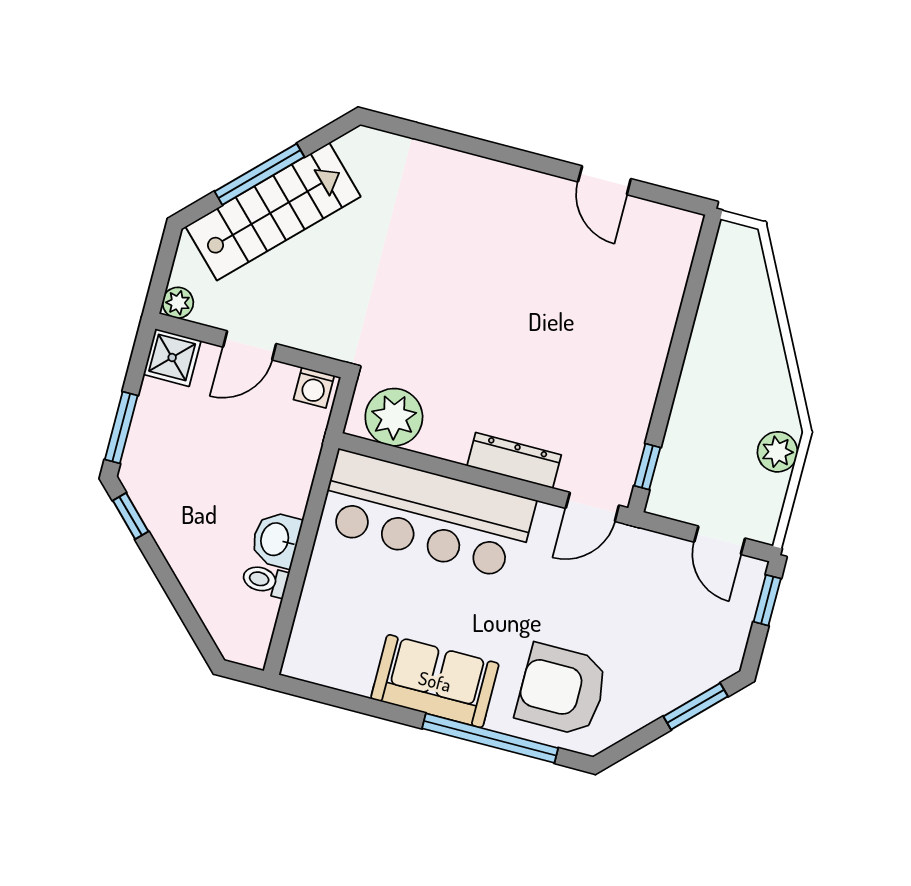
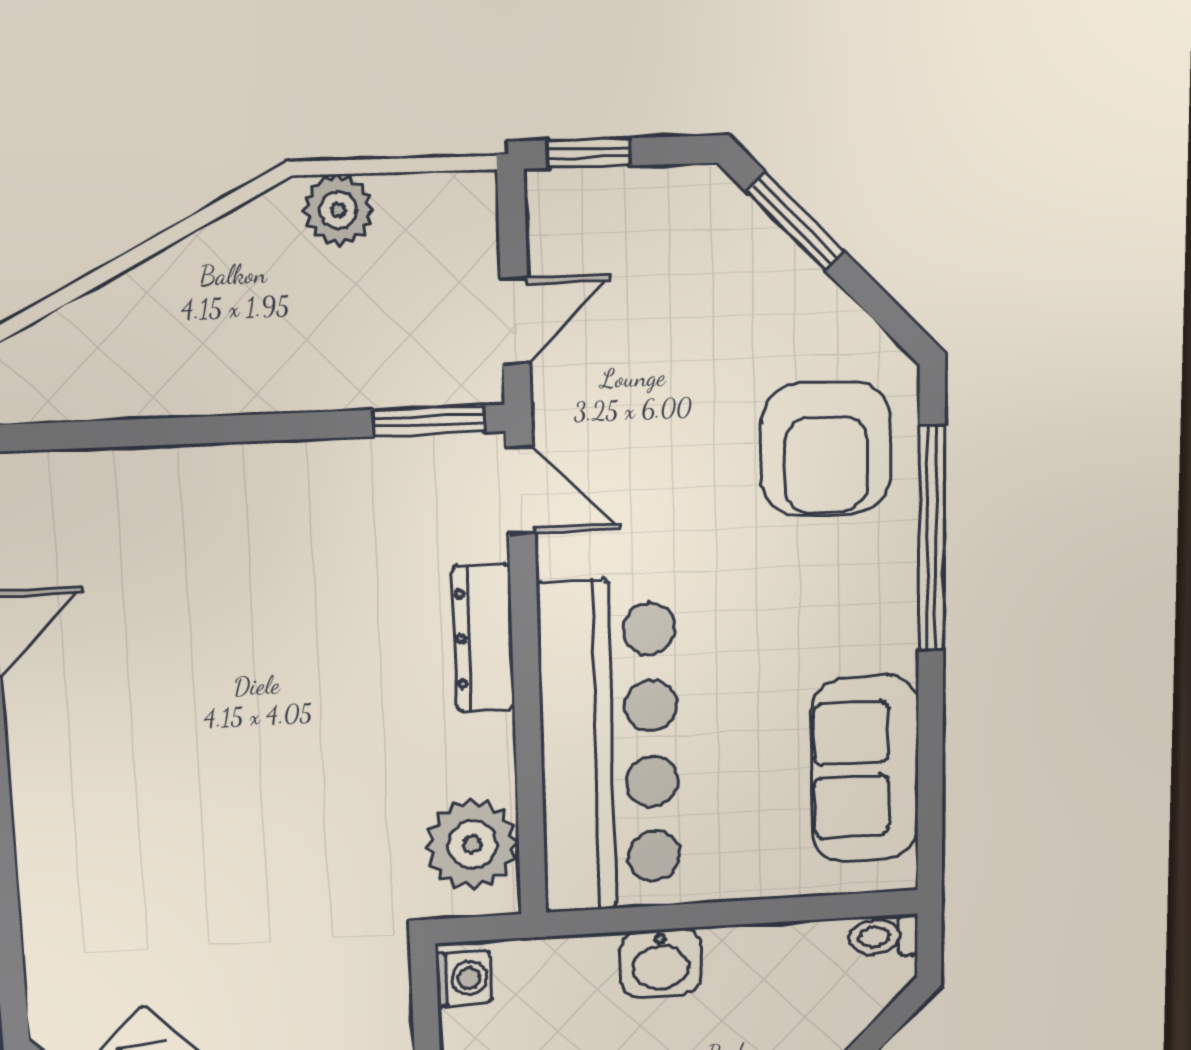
window: (647, 467) -> (429, 421), width x1.50
washbasin: (276, 540) -> (661, 963), moved
door: (720, 540) -> (515, 321), moved
toilet: (265, 580) -> (883, 936), moved, turned 90
sofa: (435, 681) -> (865, 769), moved

